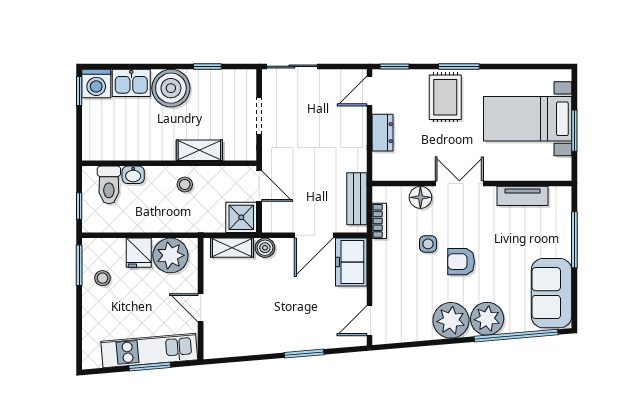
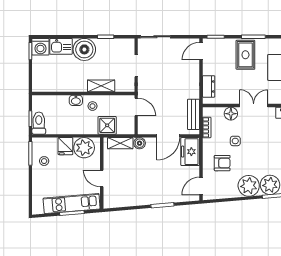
dresser: (383, 133) -> (209, 86), moved
washbasin: (133, 175) -> (76, 100), moved
toilet: (109, 185) -> (39, 123), moved, turned 180
shower: (241, 217) -> (107, 125), moved
armchair: (461, 262) -> (222, 163), moved, turned 180

